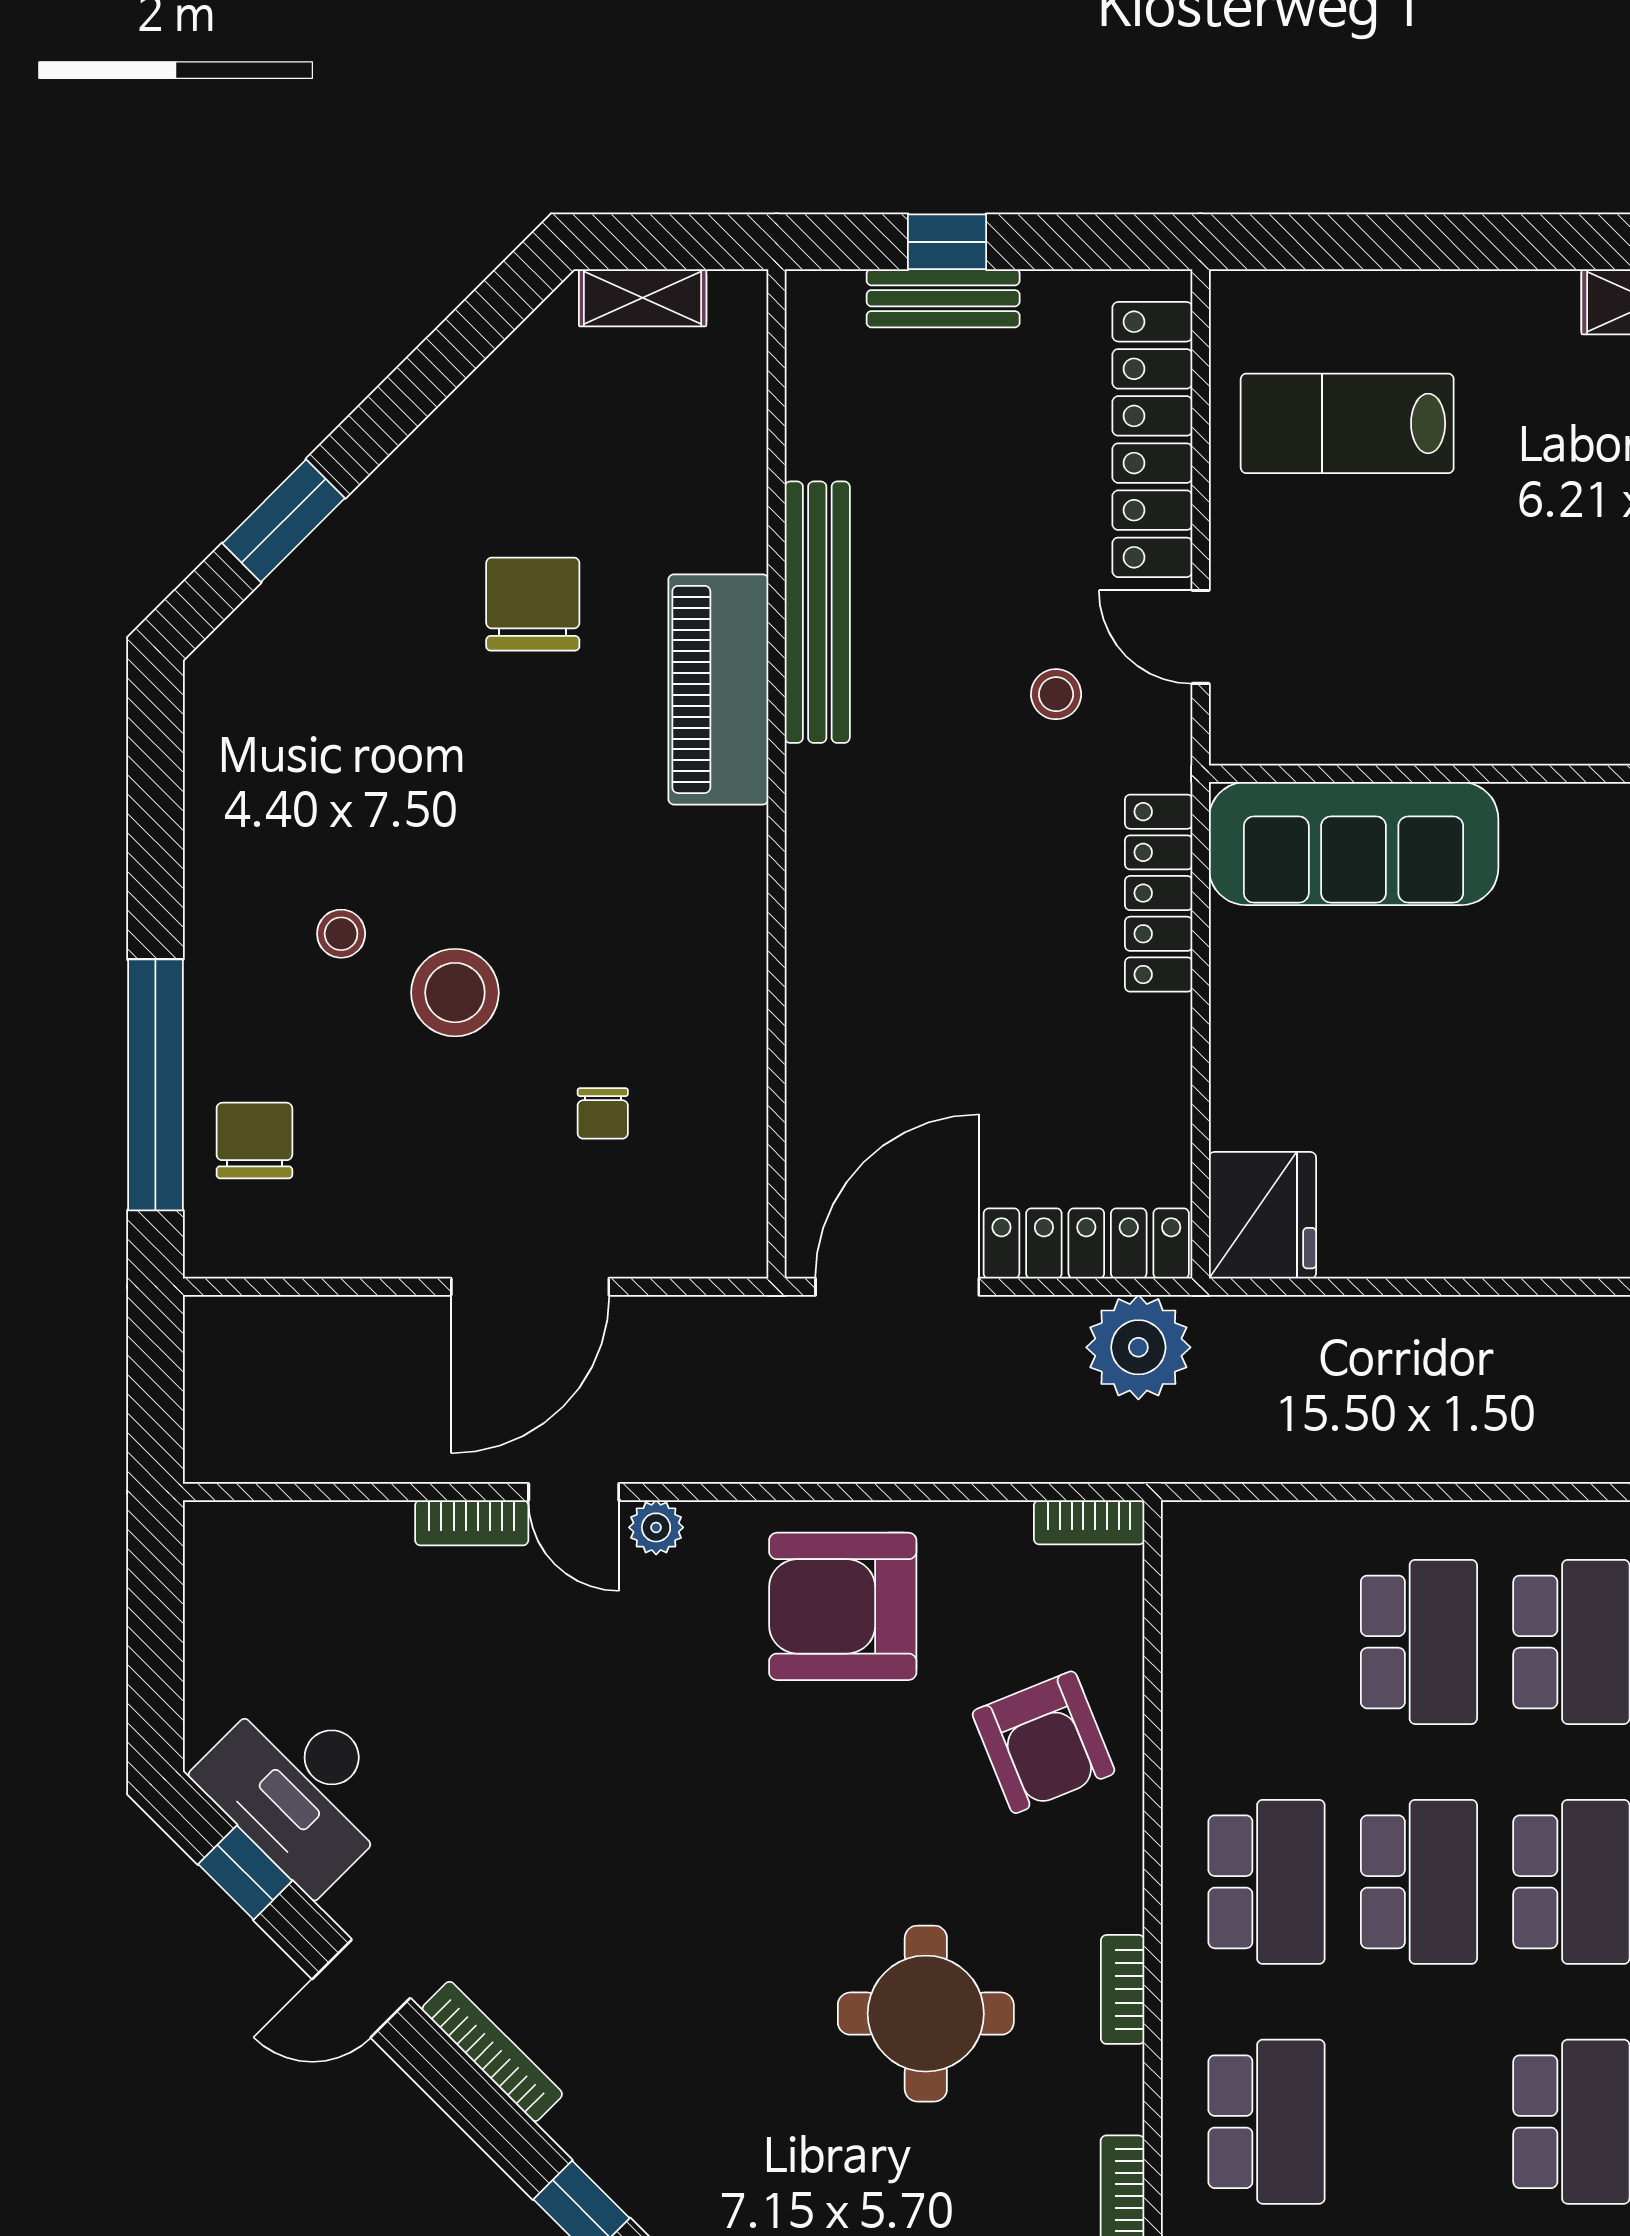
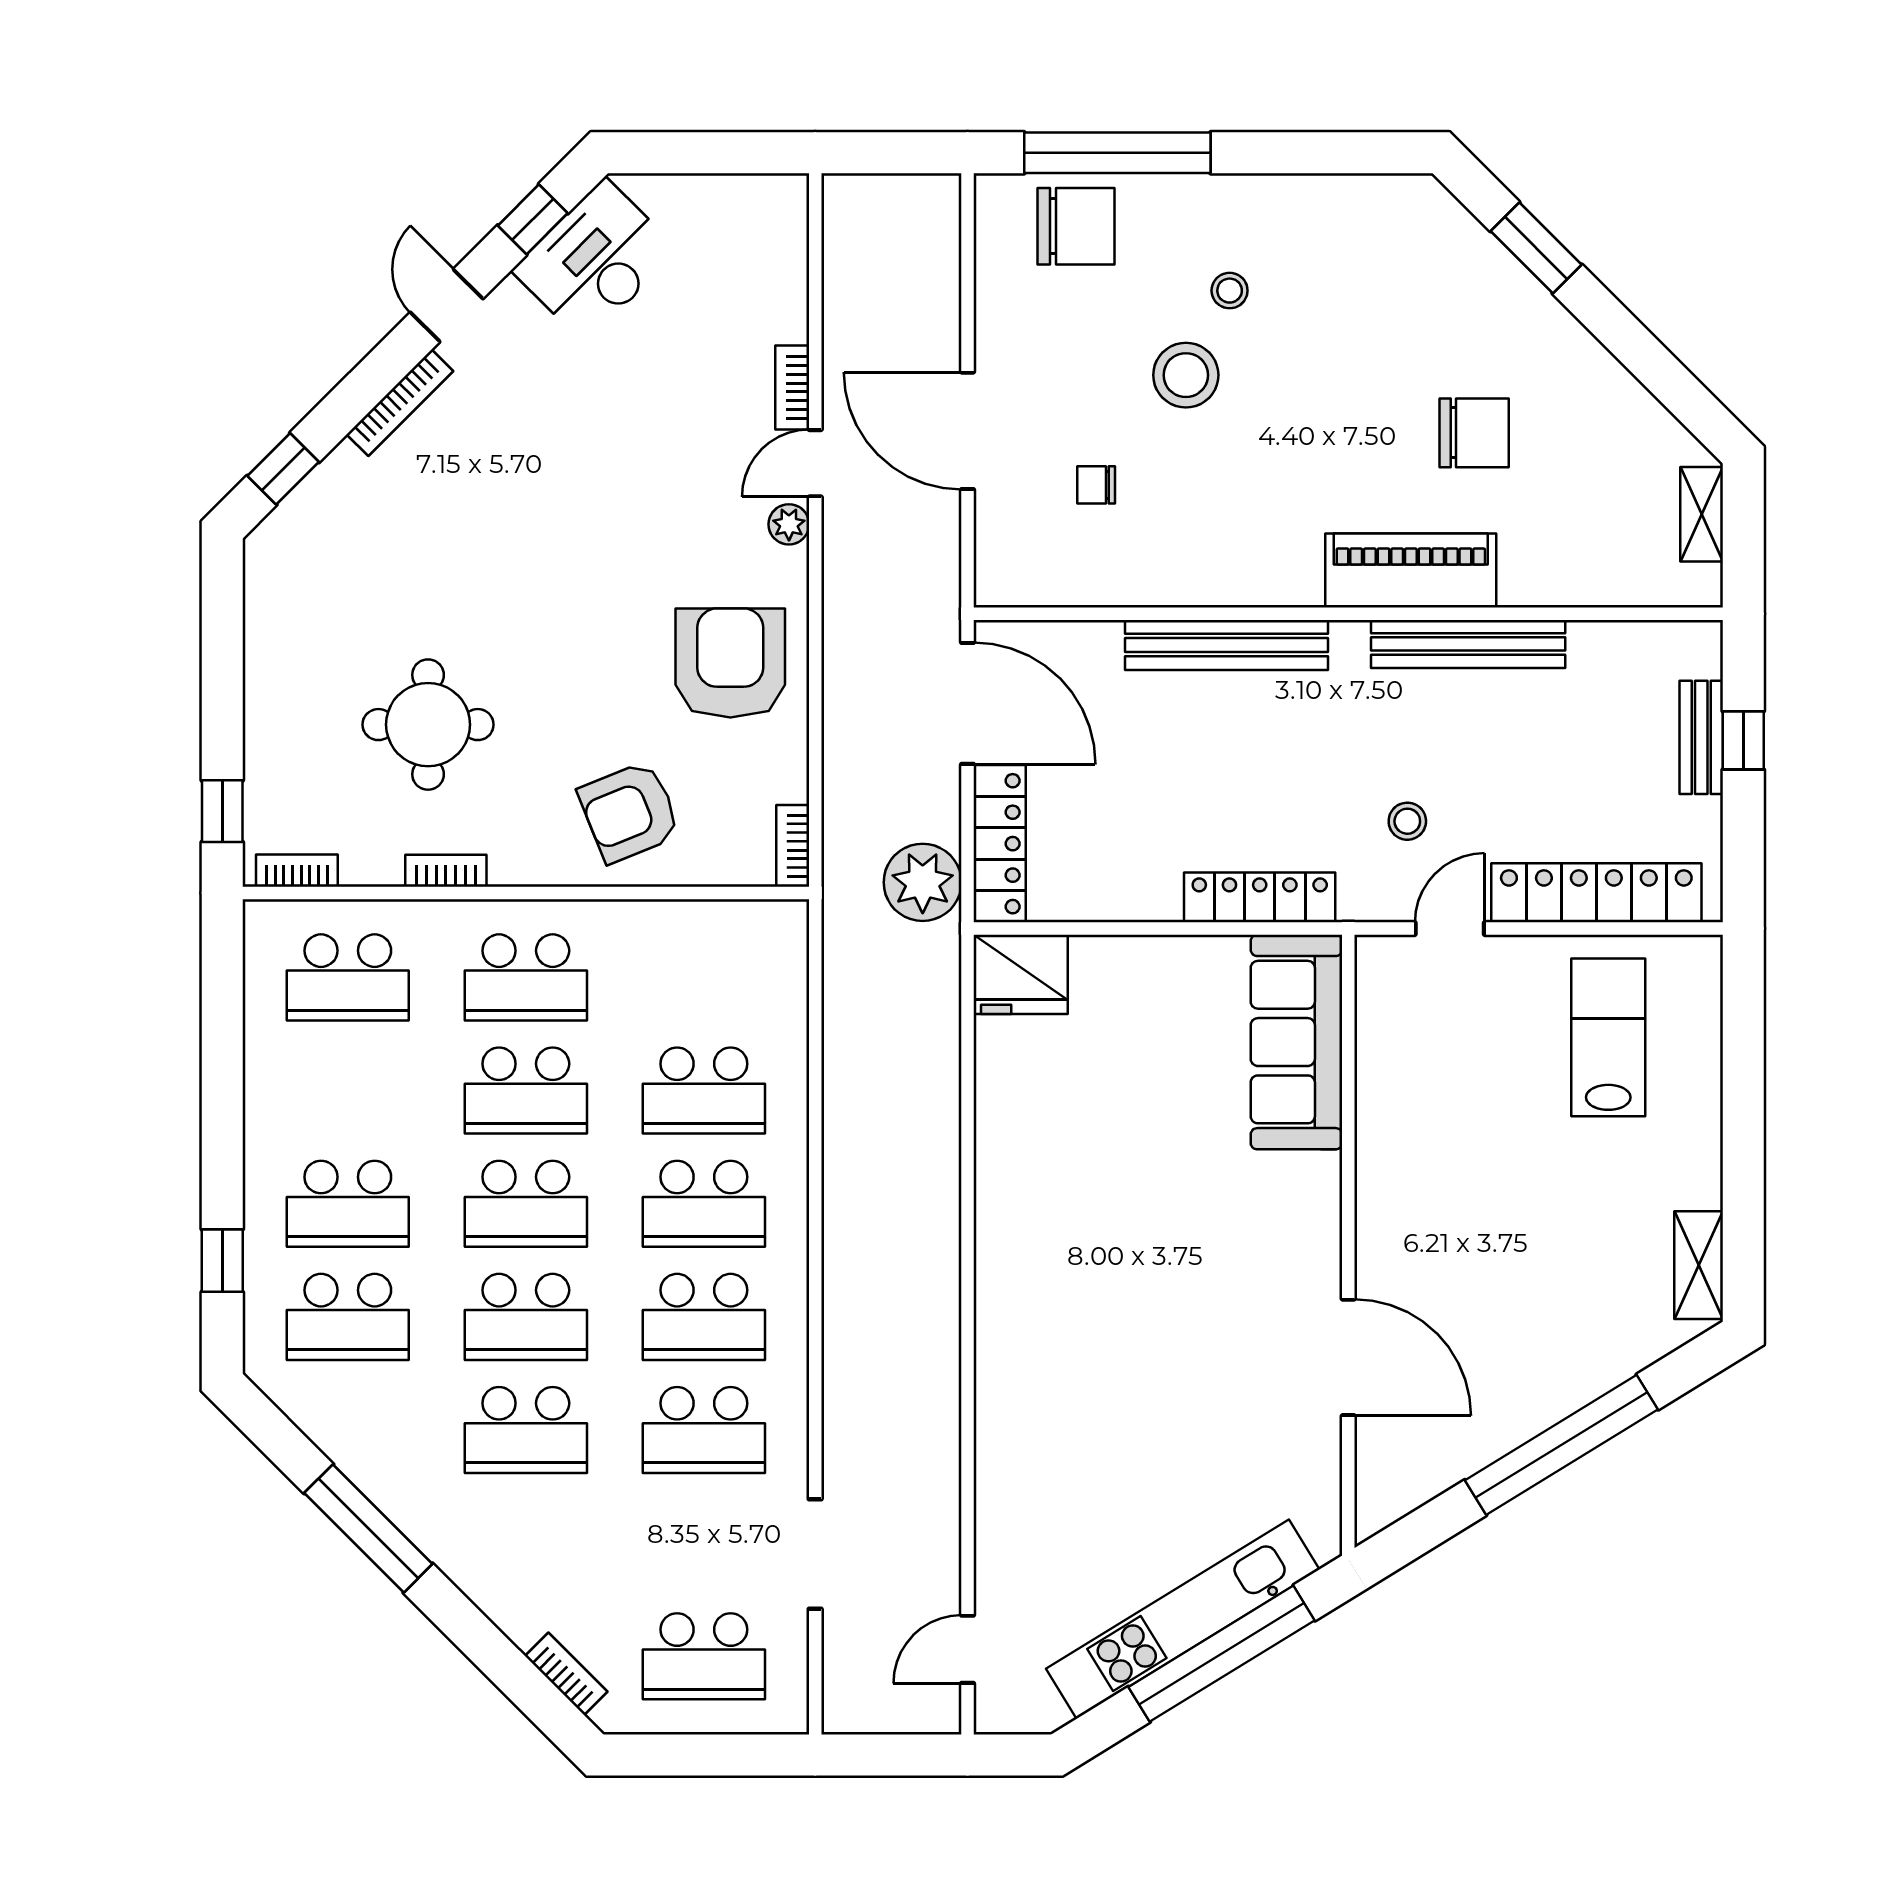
bench: (819, 938) -> (1226, 645), added
chair: (254, 1141) -> (1076, 226), width x1.37, depth x1.37

